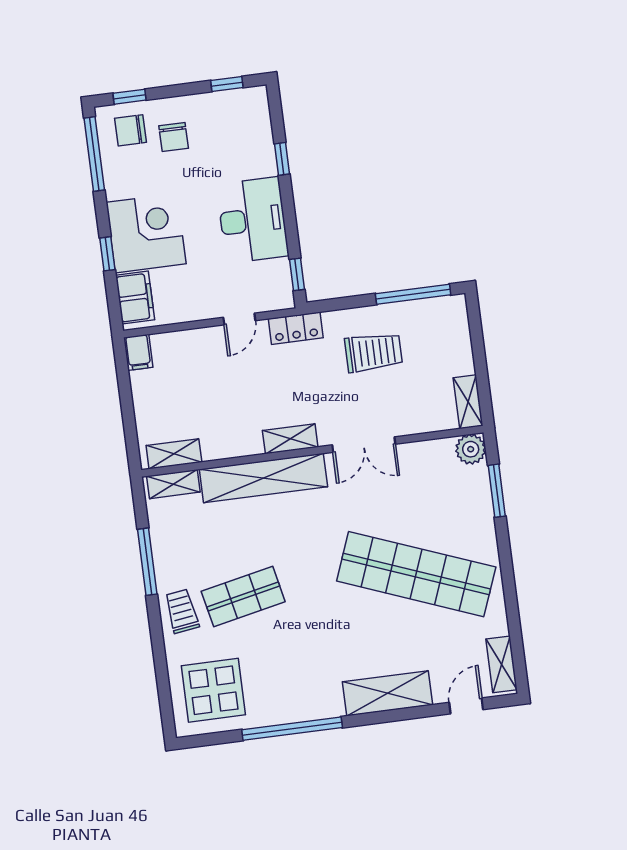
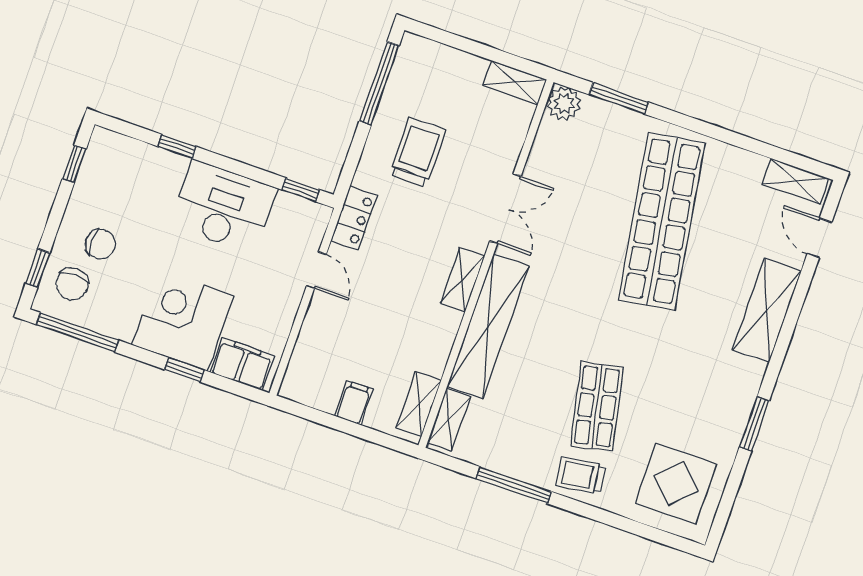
filing cabinet: (138, 352) -> (354, 403), moved, turned -90
shop shelf: (416, 574) -> (662, 221), turned -30
window: (292, 729) -> (754, 424), width x0.47

